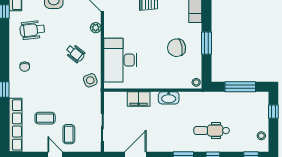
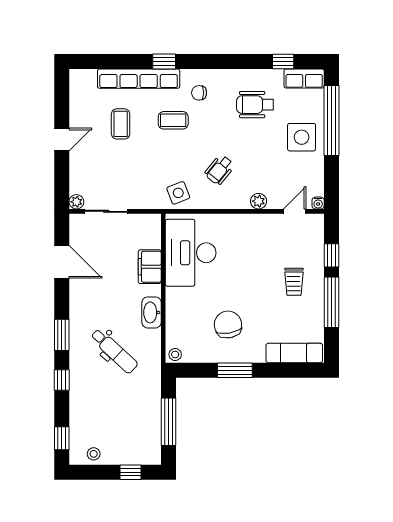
wheelchair: (32, 30) -> (255, 105), turned -83
desk: (120, 60) -> (191, 253), moved, turned -90
row of seats: (15, 125) -> (139, 79), moved
dental chair: (212, 131) -> (114, 351), moved, turned 133
coffee table: (69, 134) -> (173, 120), moved
plant: (96, 147) -> (76, 202), added

